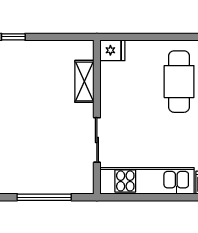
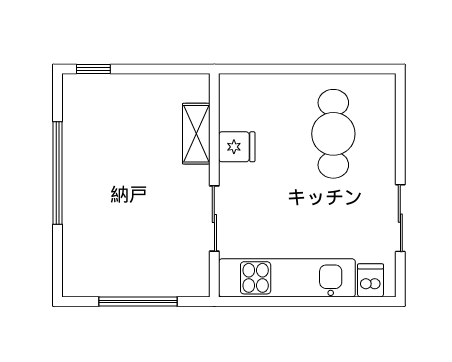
fridge: (112, 50) -> (237, 147), moved

